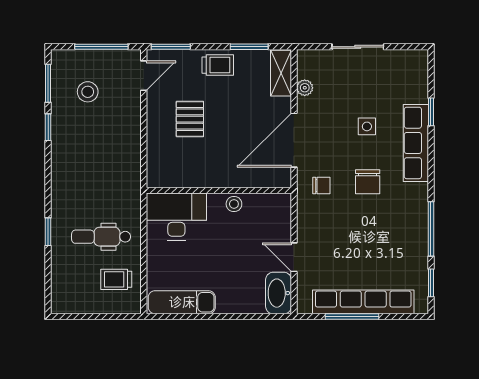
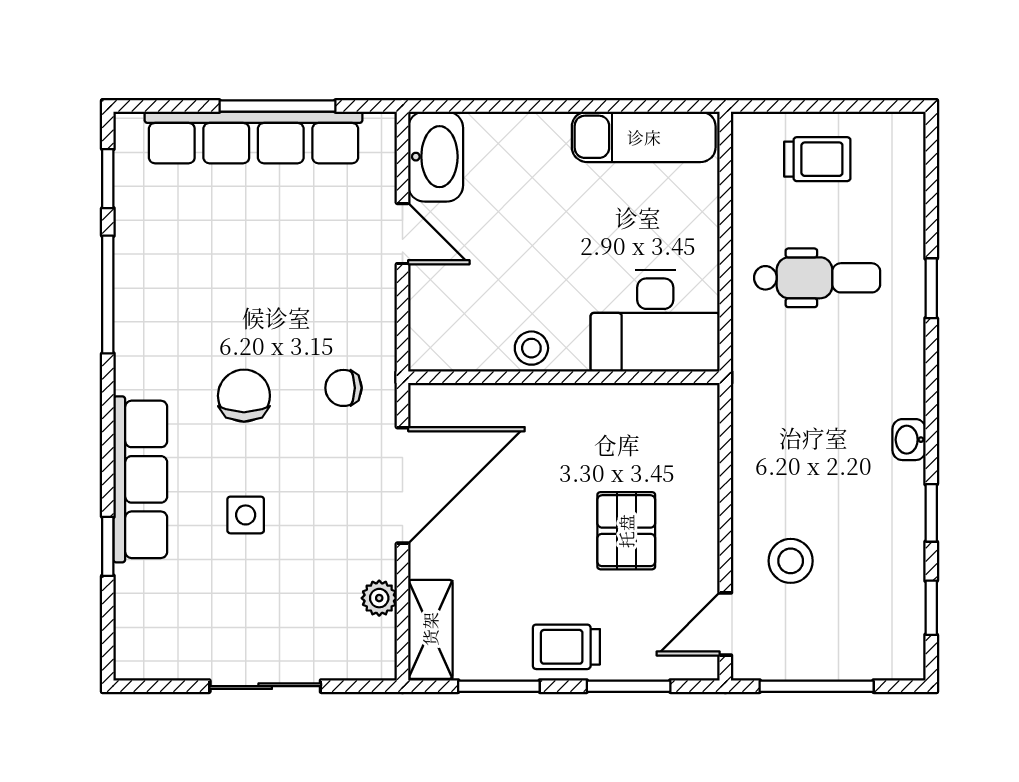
window: (171, 47) -> (629, 686), moved
window: (48, 83) -> (931, 608), width x0.67
stool: (88, 92) -> (791, 561), moved
washbasin: (58, 161) -> (909, 440), added
trolley: (116, 279) -> (817, 159), moved

